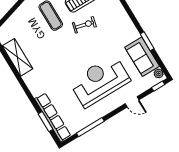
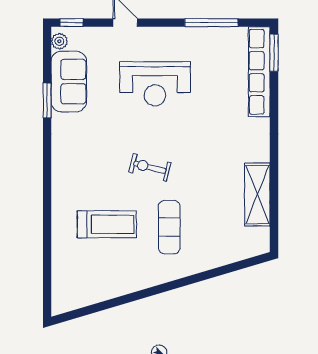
exercise bike: (84, 25) -> (150, 167), moved
reception desk: (100, 81) -> (155, 84), width x0.74, depth x0.77
window: (45, 122) -> (274, 53), moved

